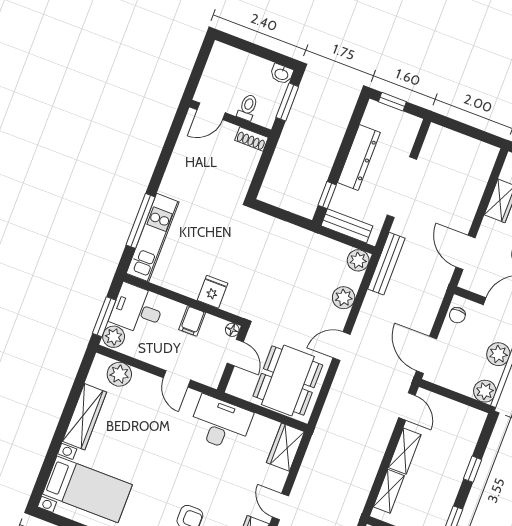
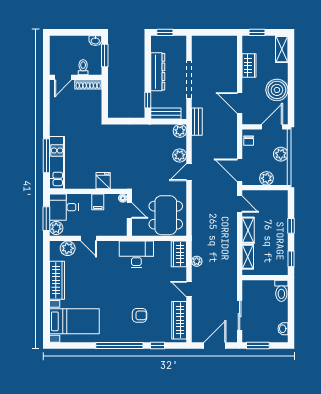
shoe rack: (251, 139) -> (88, 84), width x1.43
bench: (386, 264) -> (197, 122), width x0.73
door: (341, 346) -> (189, 172), moved
door: (177, 379) -> (89, 238), moved
plant: (485, 391) -> (266, 178), moved
plant: (308, 469) -> (197, 261), added

